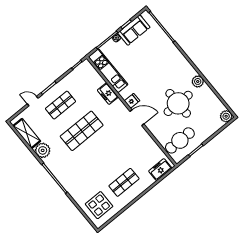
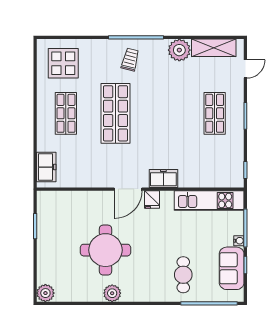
freezer: (108, 94) -> (163, 179), moved
door: (33, 101) -> (245, 69), moved
shop shelf: (82, 131) -> (116, 113), moved
cafe table: (180, 140) -> (183, 275), moved, width x0.73, depth x0.74
trolley: (69, 172) -> (130, 59), added

